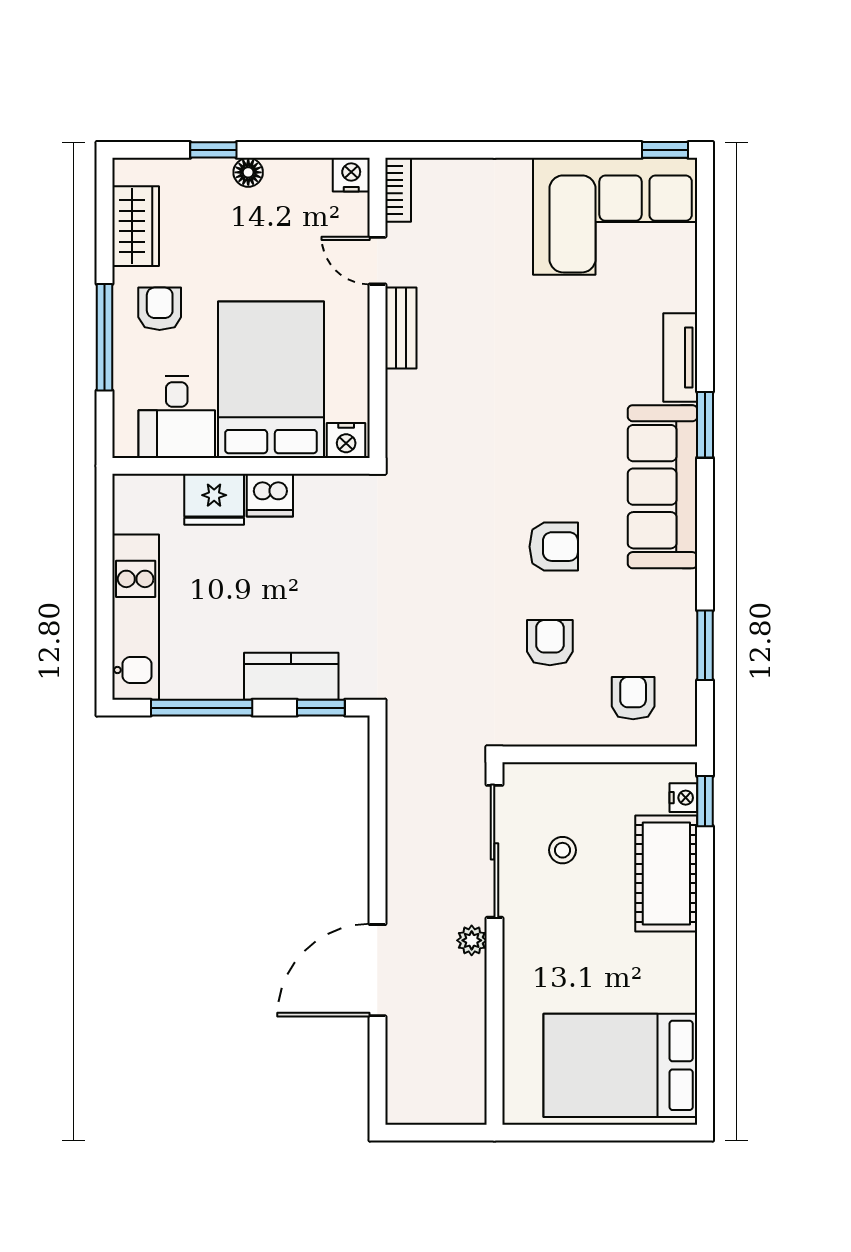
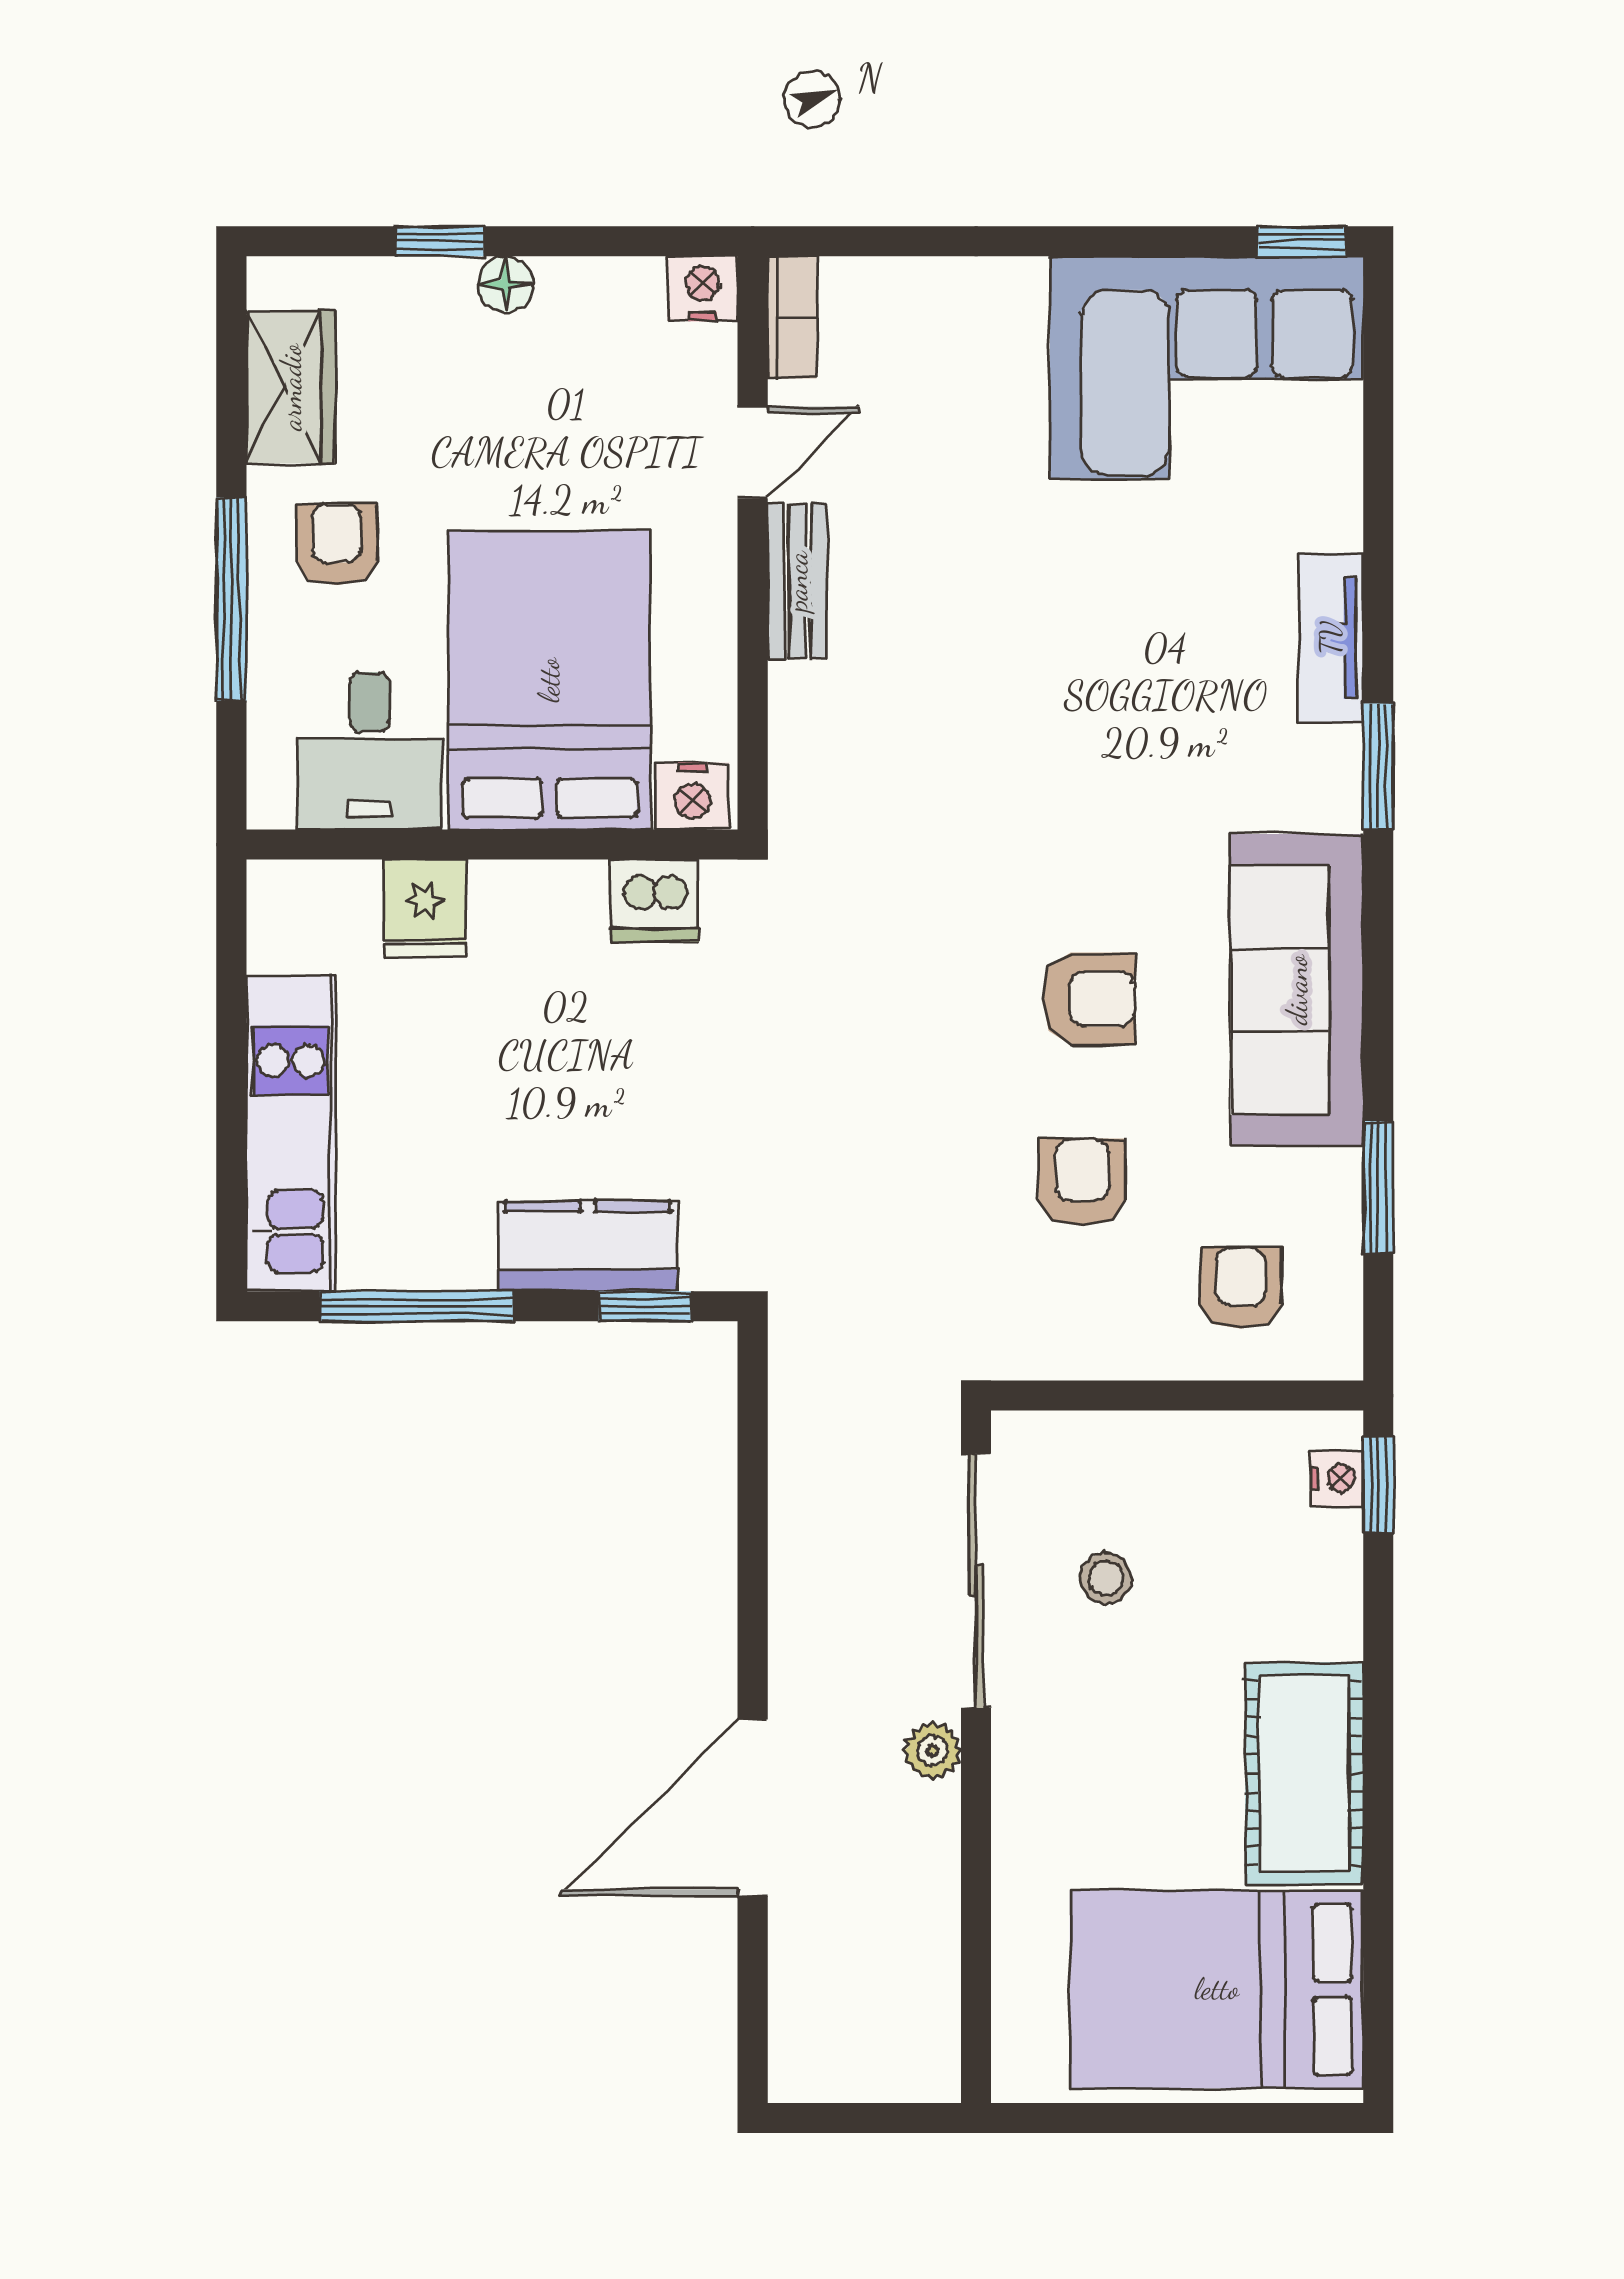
door: (377, 261) -> (753, 453), swing flipped
sofa: (663, 487) -> (1297, 990), moved
dishwasher: (270, 495) -> (655, 901), moved
fridge: (214, 499) -> (425, 908), width x0.72
cot: (666, 874) -> (1304, 1773), moved

